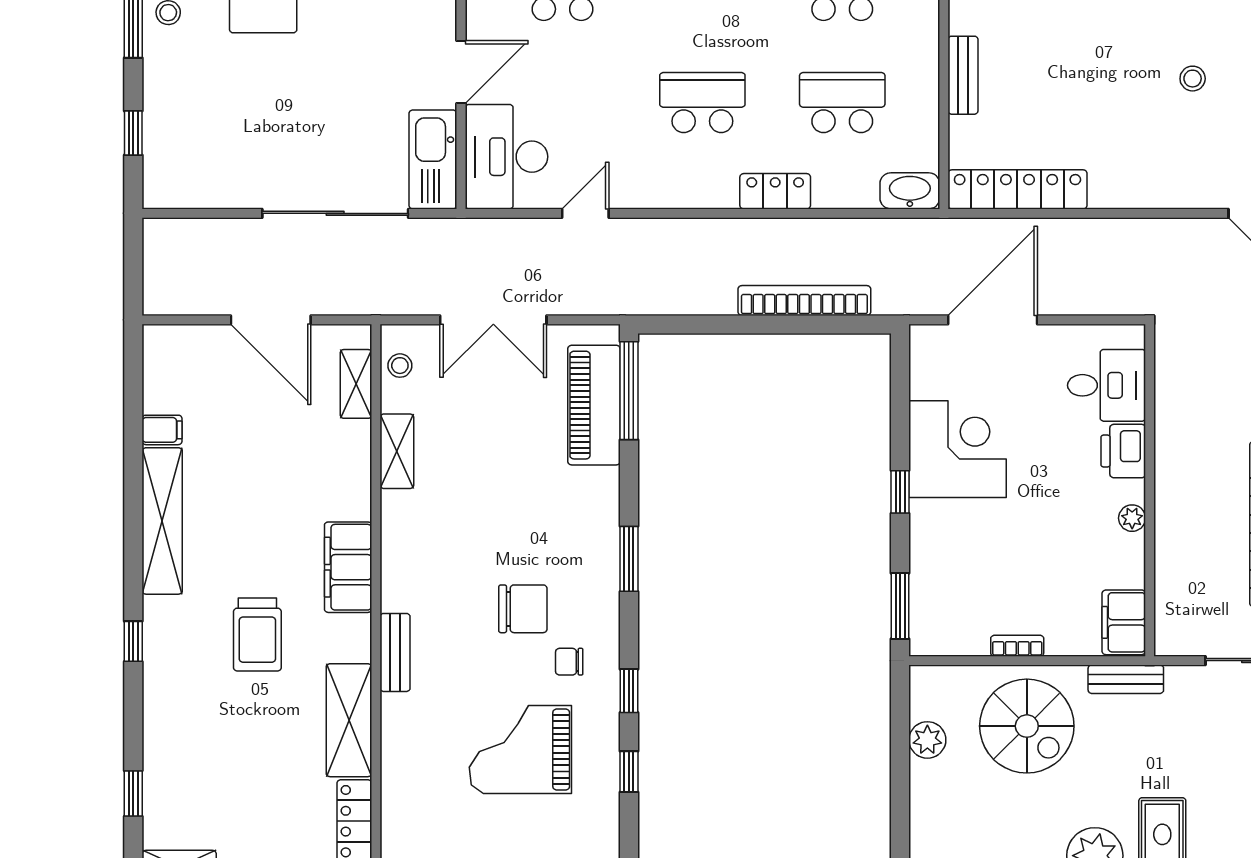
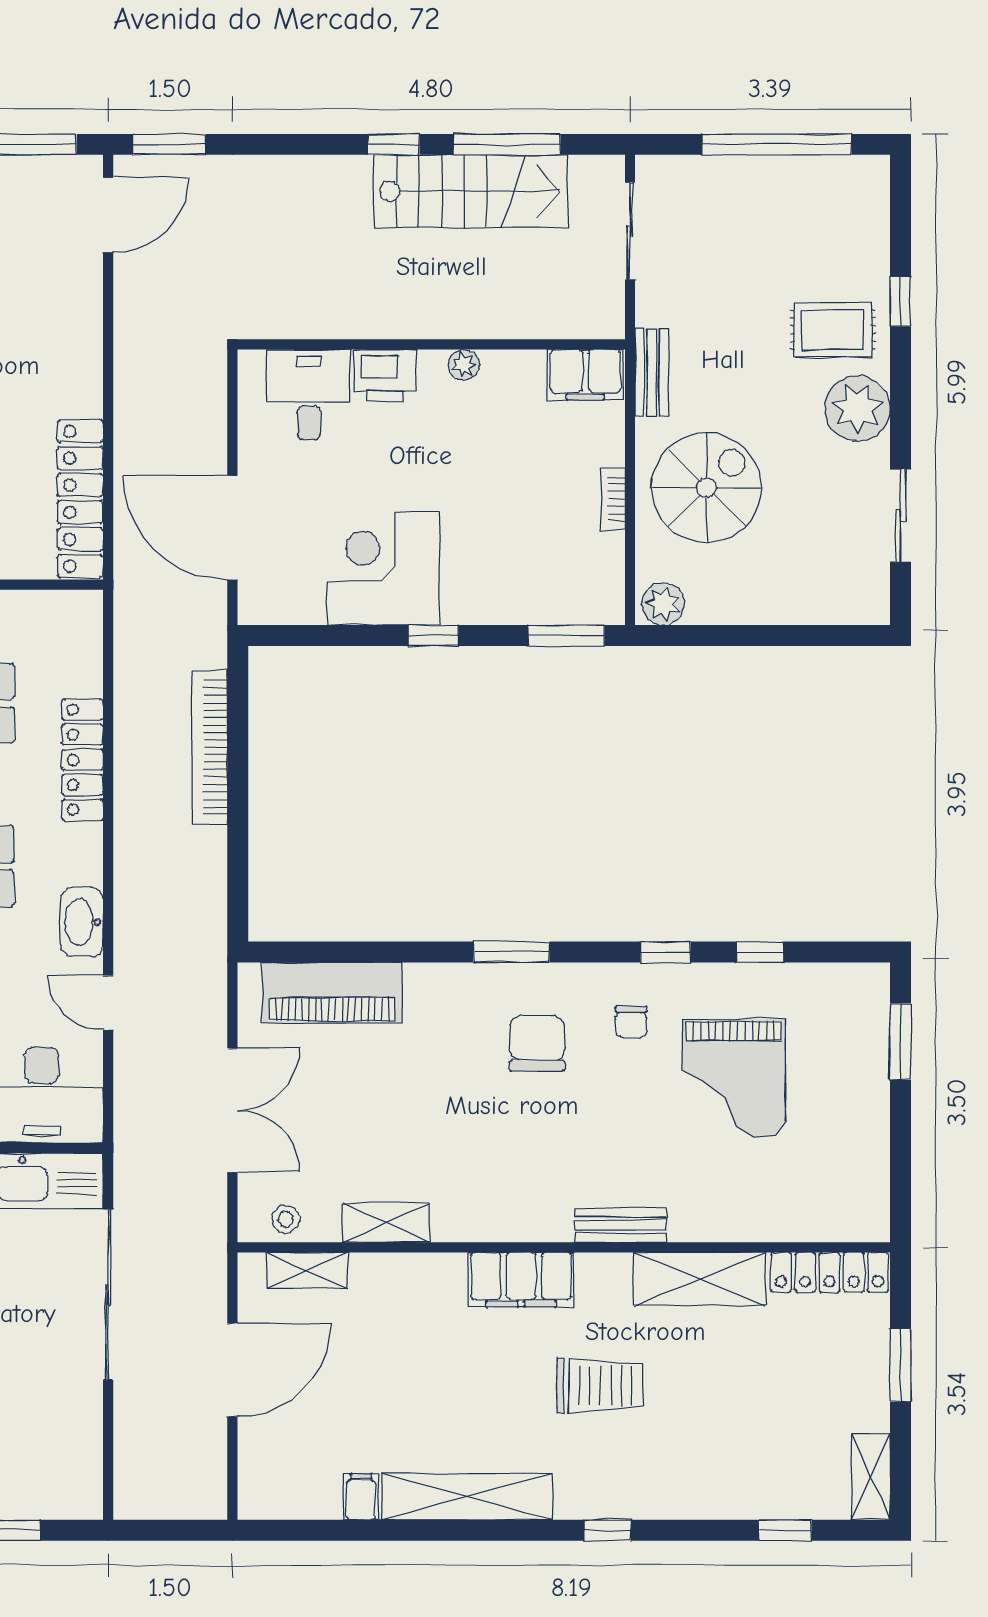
locker: (775, 191) -> (82, 760), width x1.53
washbasin: (910, 191) -> (82, 922), moved
window: (629, 391) -> (315, 952), removed
chair: (523, 609) -> (537, 1043), moved
plant: (927, 740) -> (663, 604), moved

